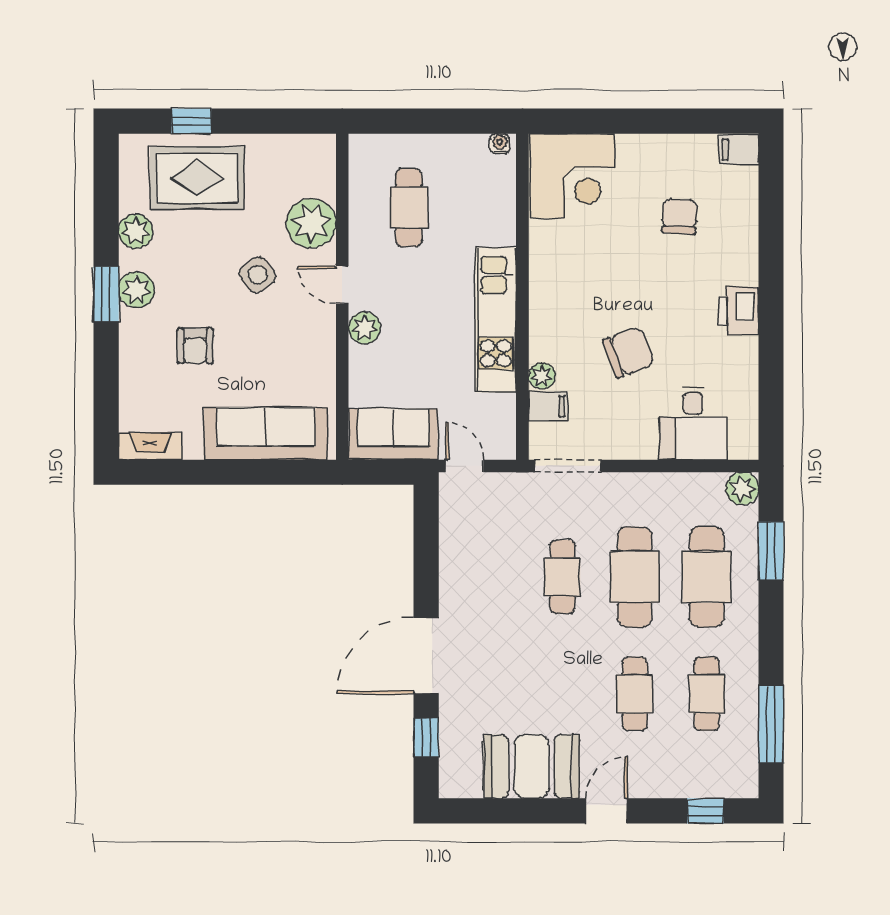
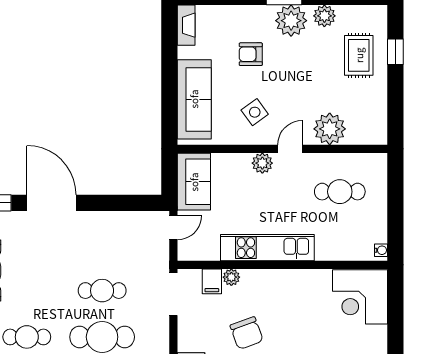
rug: (197, 178) -> (359, 55), width x0.73, depth x0.70
side table: (258, 275) -> (255, 112), moved
plant: (136, 290) -> (291, 21), width x1.36, depth x1.36

